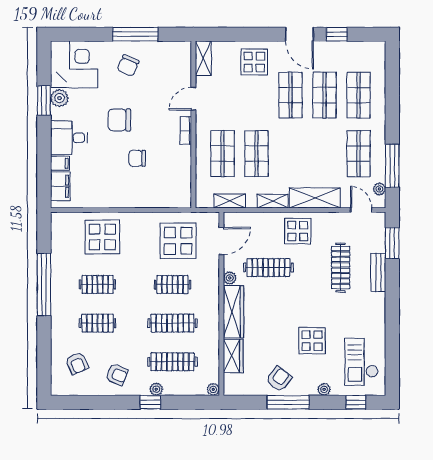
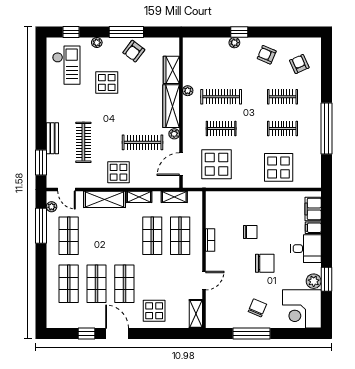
bookcase: (186, 131) -> (210, 240), moved
clothes rail: (172, 362) -> (221, 65), removed
plant: (213, 389) -> (188, 91), moved

